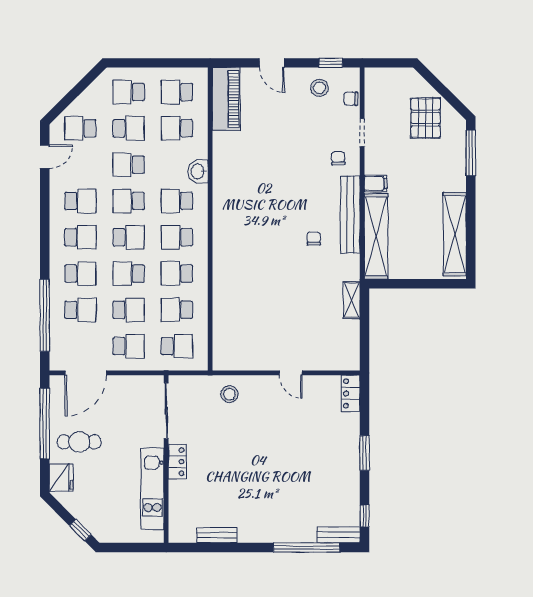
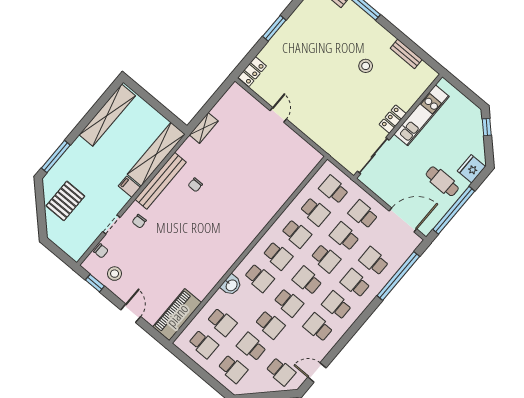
stool: (229, 394) -> (366, 66), moved

